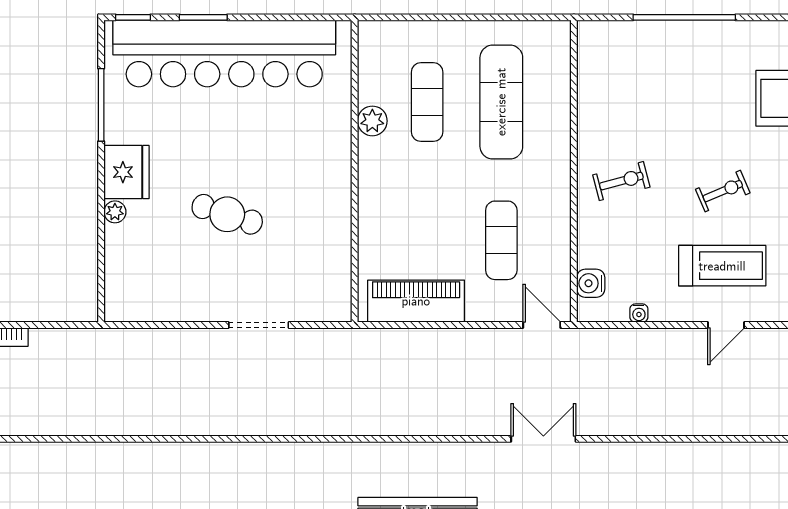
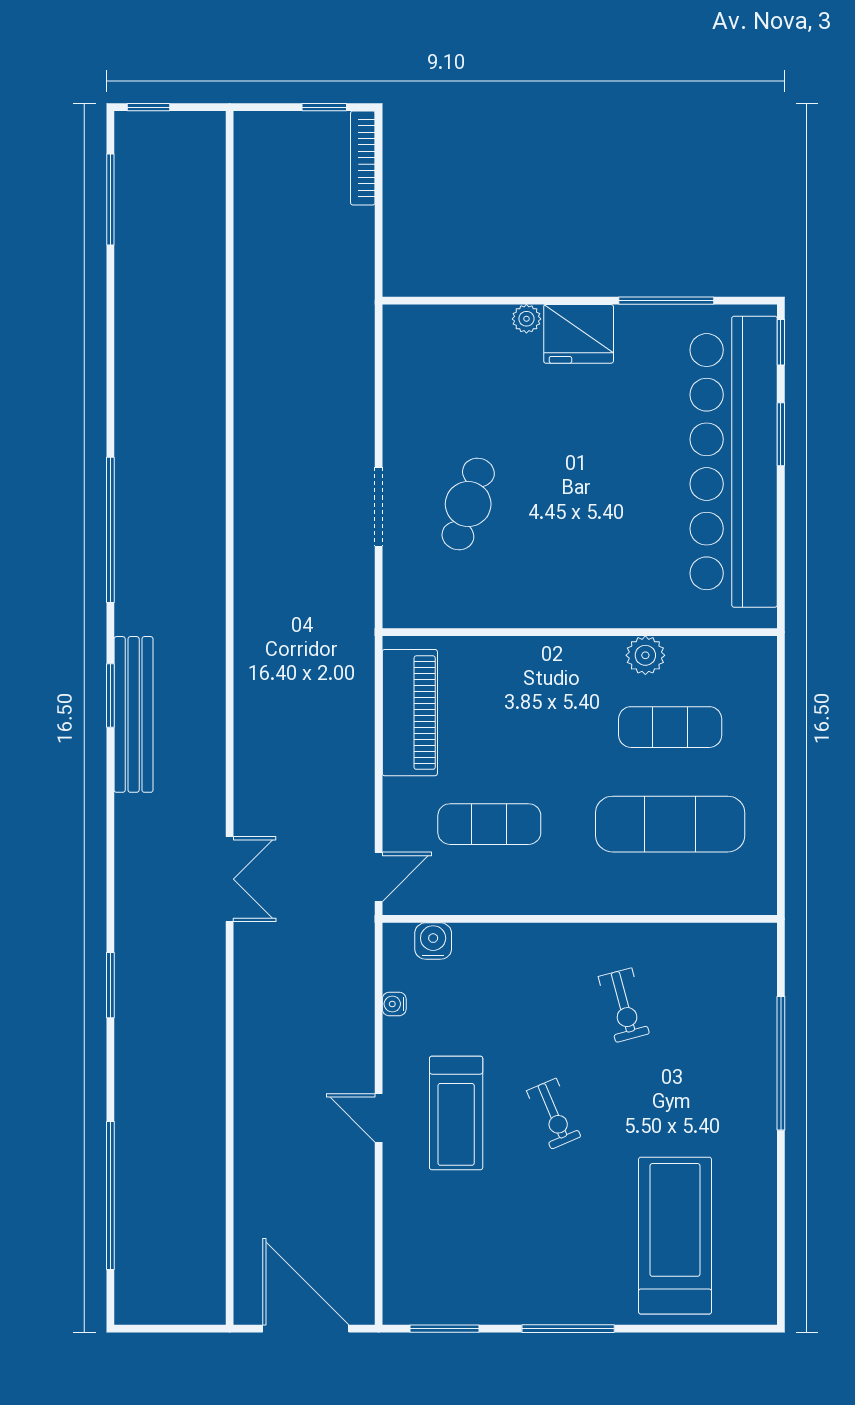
exercise bike: (621, 181) -> (624, 1005), moved
cafe table: (227, 214) -> (468, 504), moved

